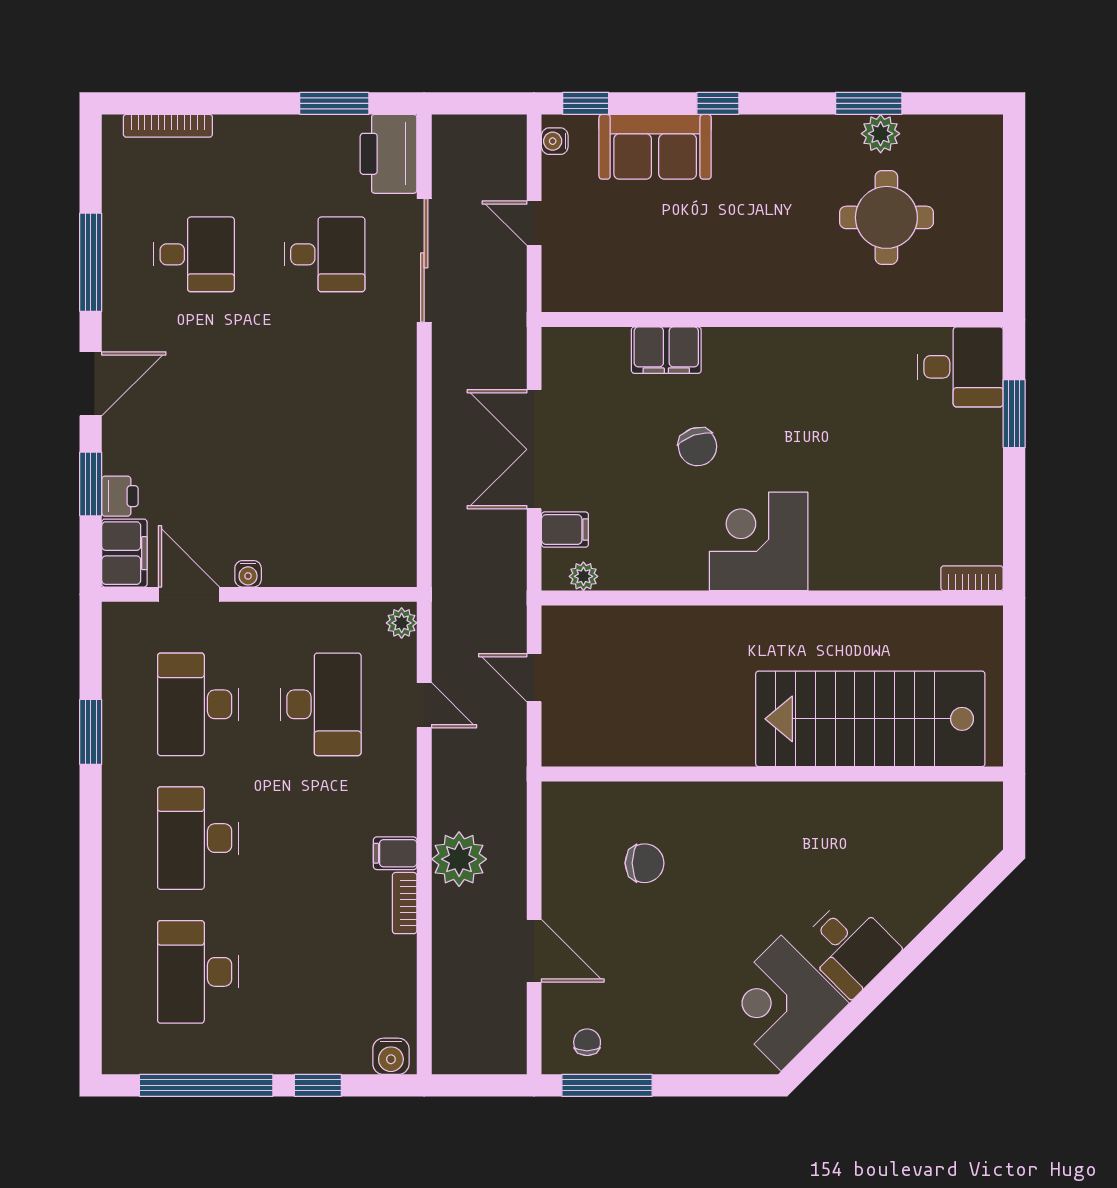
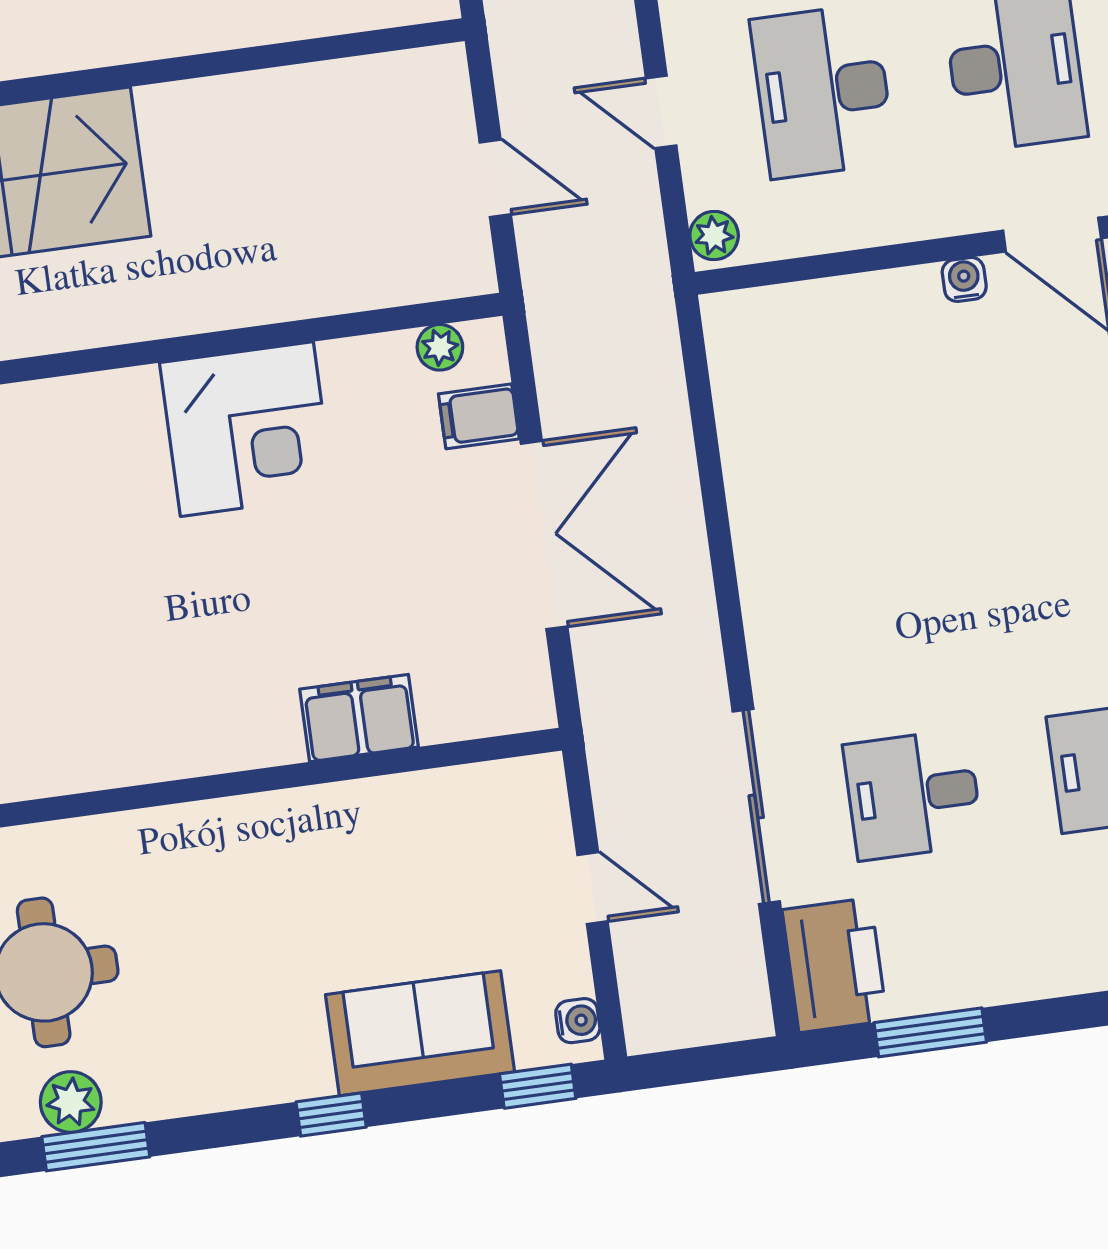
chair: (698, 447) -> (290, 574), removed
corner desk: (759, 541) -> (247, 429), moved

